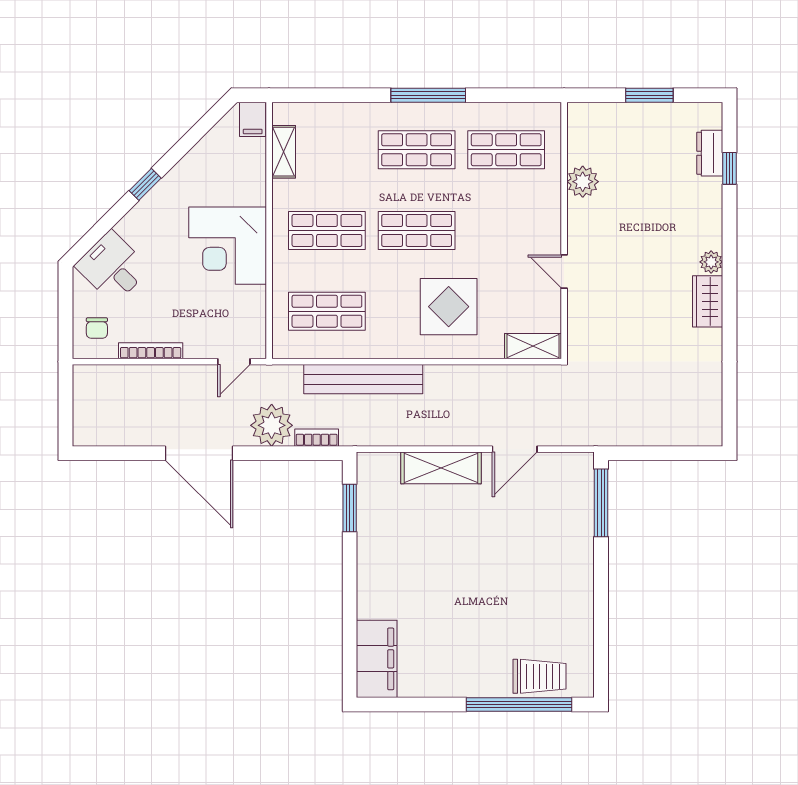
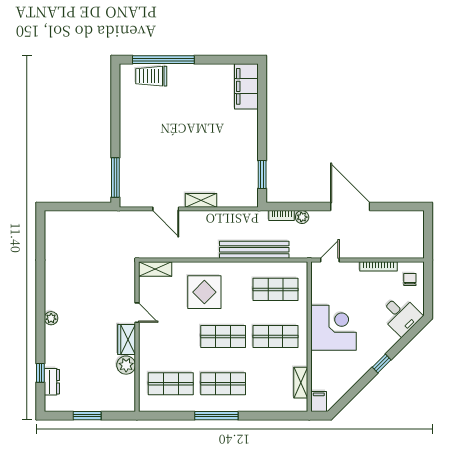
wardrobe: (708, 301) -> (127, 340), moved, turned 180
plant: (272, 425) -> (302, 217), width x0.53, depth x0.53
door: (515, 449) -> (166, 209), swing flipped
shelving: (441, 468) -> (201, 200), width x0.67, depth x0.75

